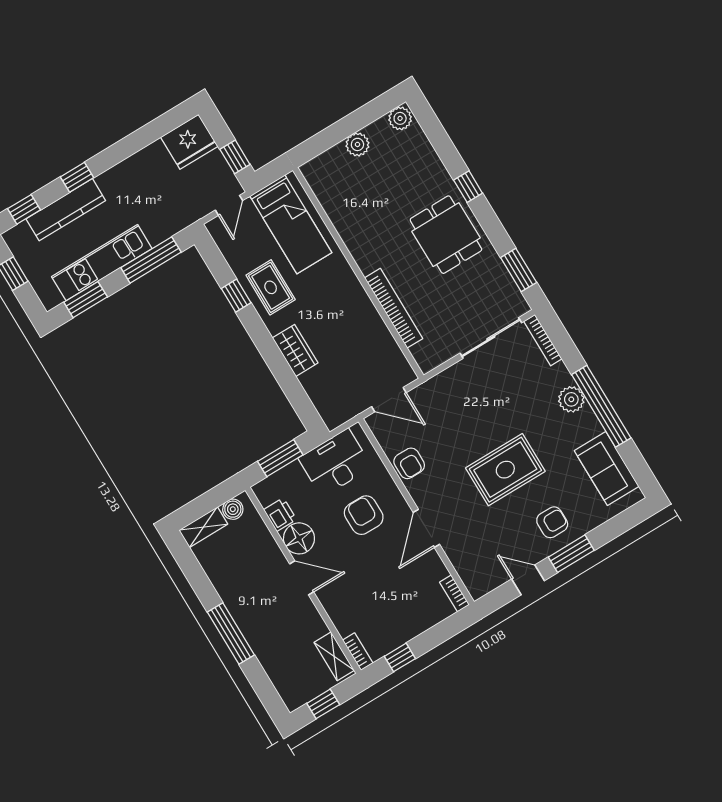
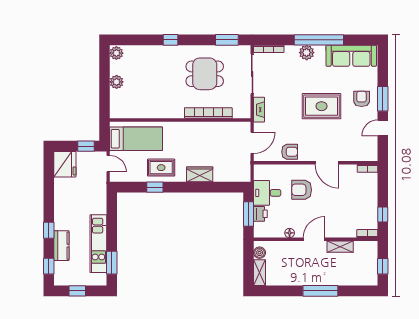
kitchen counter: (66, 210) -> (61, 246), width x0.67
dining table: (446, 235) -> (205, 74), moved
window: (151, 260) -> (112, 219), removed
fireplace: (444, 380) -> (259, 110), added
desk: (335, 463) -> (267, 193), width x0.73
sofa: (607, 468) -> (351, 56), width x1.36
rug: (505, 470) -> (322, 106), turned 90
printer: (280, 515) -> (260, 214), moved, turned 90
floor lamp: (299, 538) -> (290, 233), width x0.53, depth x0.53
shelving: (334, 656) -> (340, 247), moved

